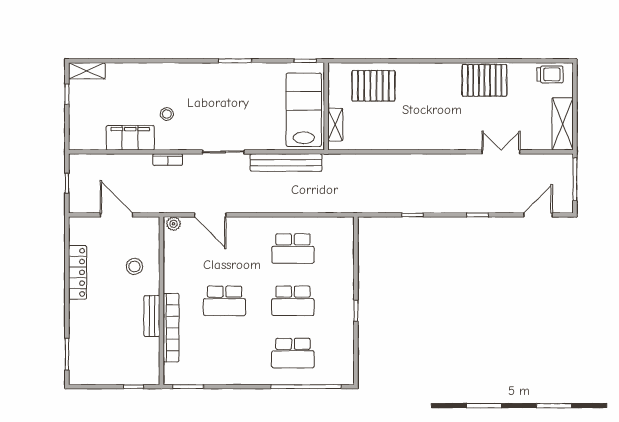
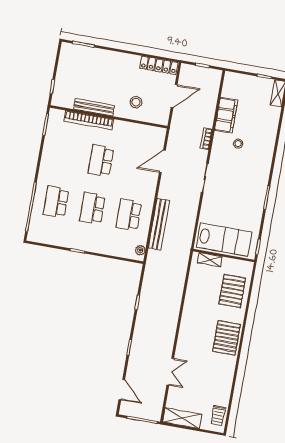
pallet: (484, 80) -> (226, 338), moved
bench: (286, 163) -> (159, 224), moved
plant: (174, 224) -> (140, 250), moved
locker: (78, 272) -> (159, 65), moved
bench: (152, 316) -> (94, 107), width x1.36

